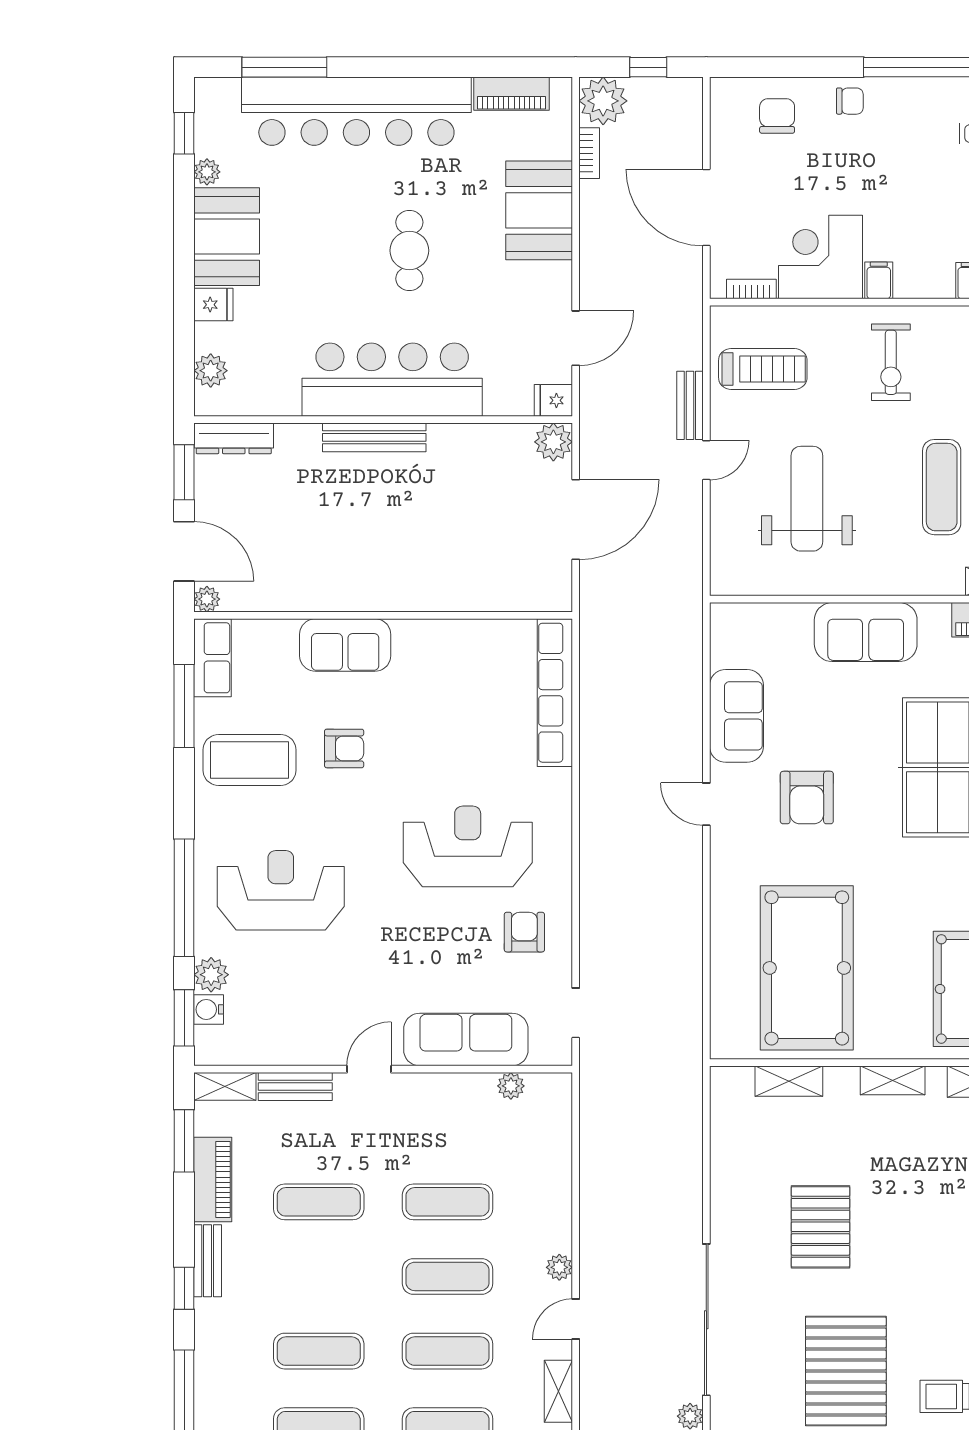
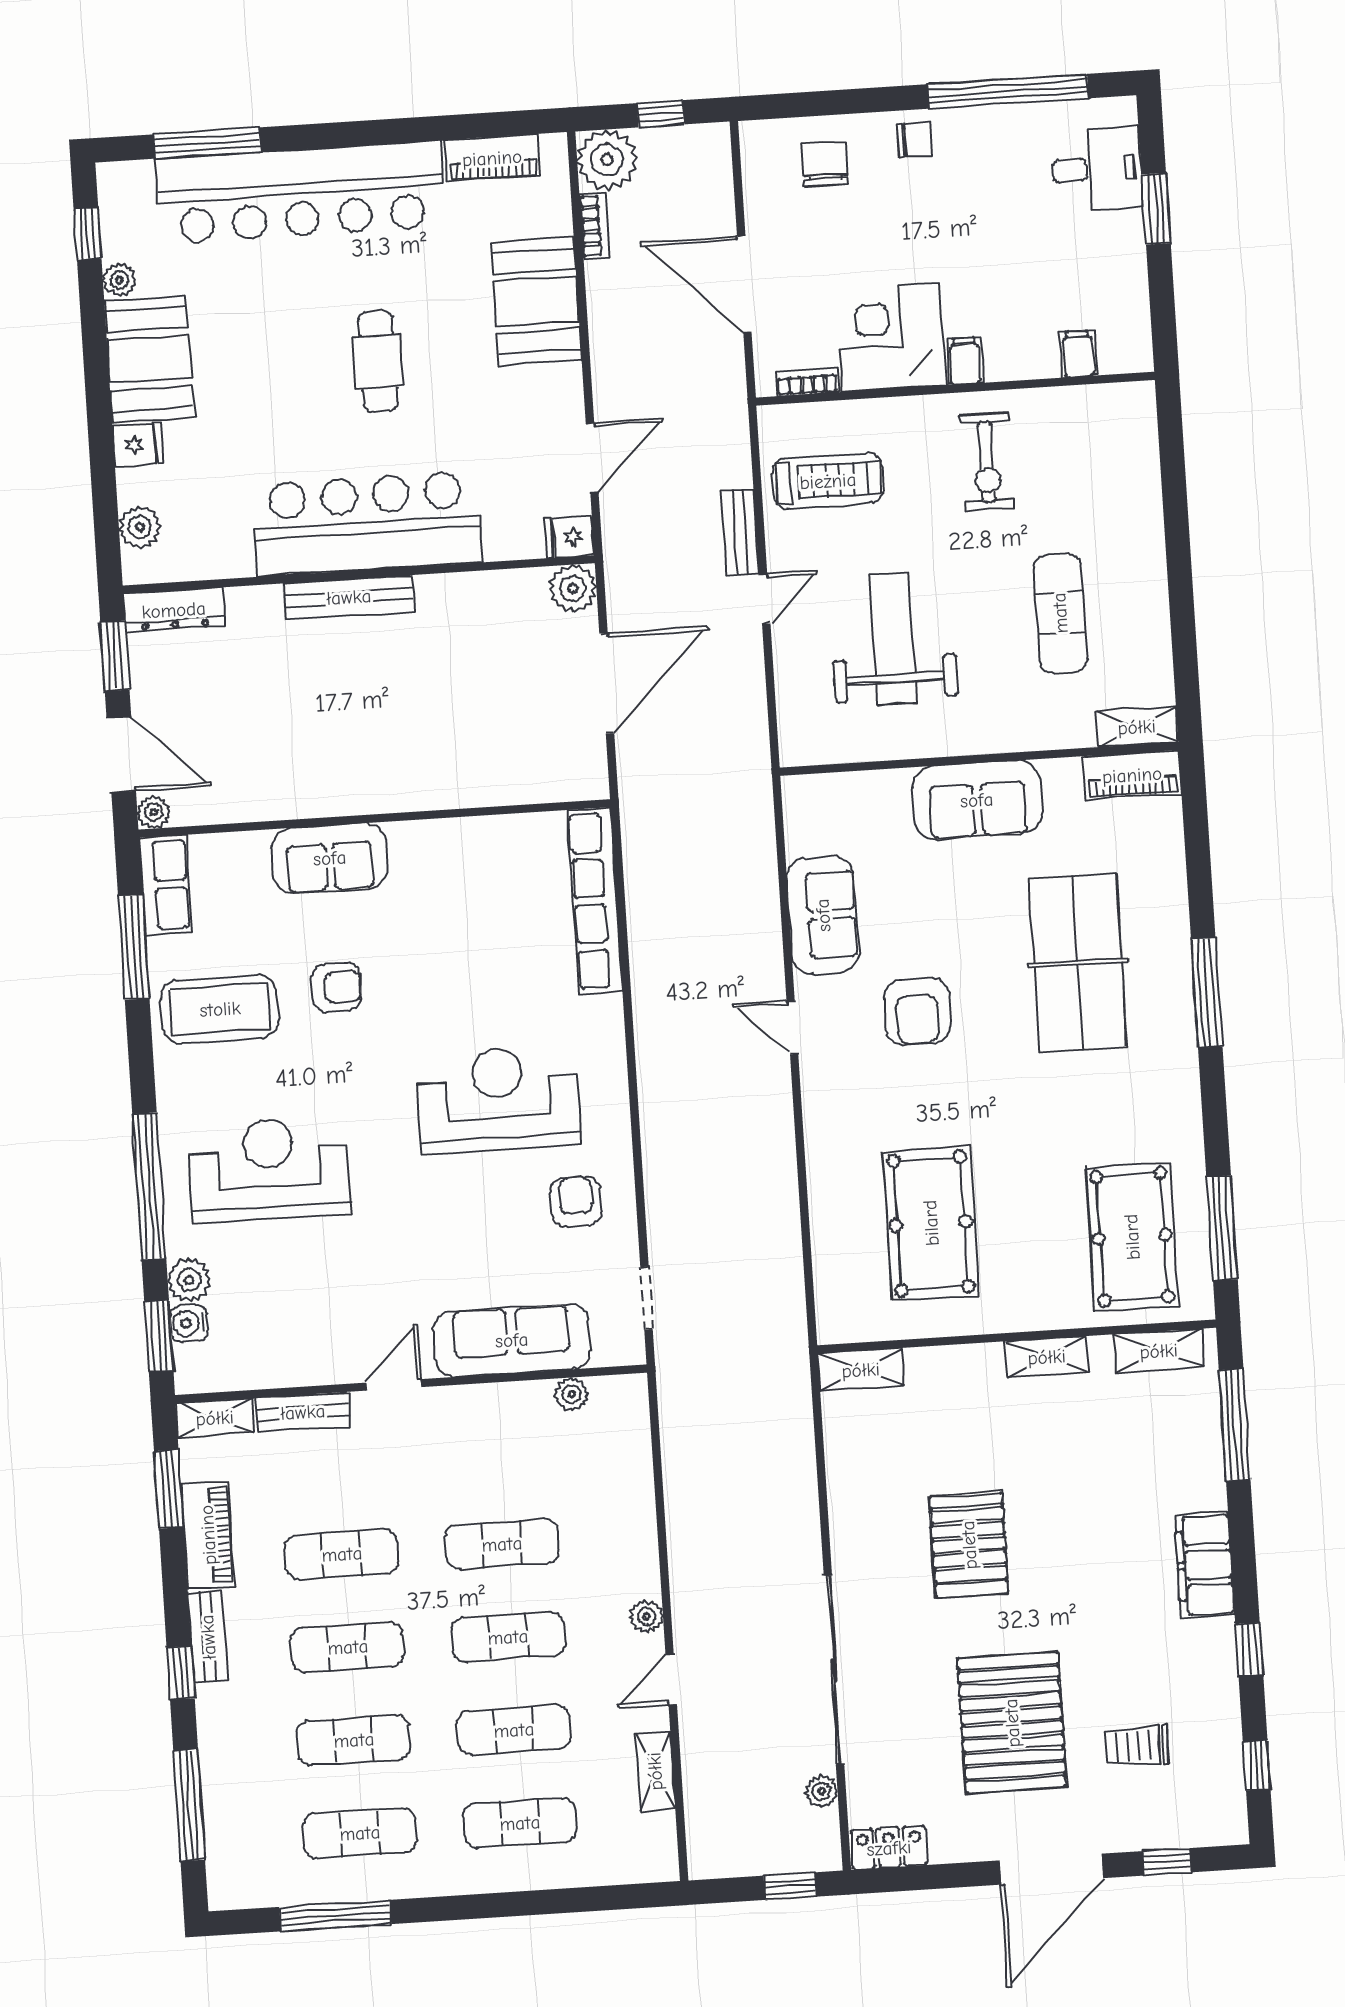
pool table: (807, 968) -> (931, 1223), width x0.73, depth x0.76
shelving: (789, 1081) -> (861, 1370), moved
exercise mat: (319, 1276) -> (348, 1647), added

